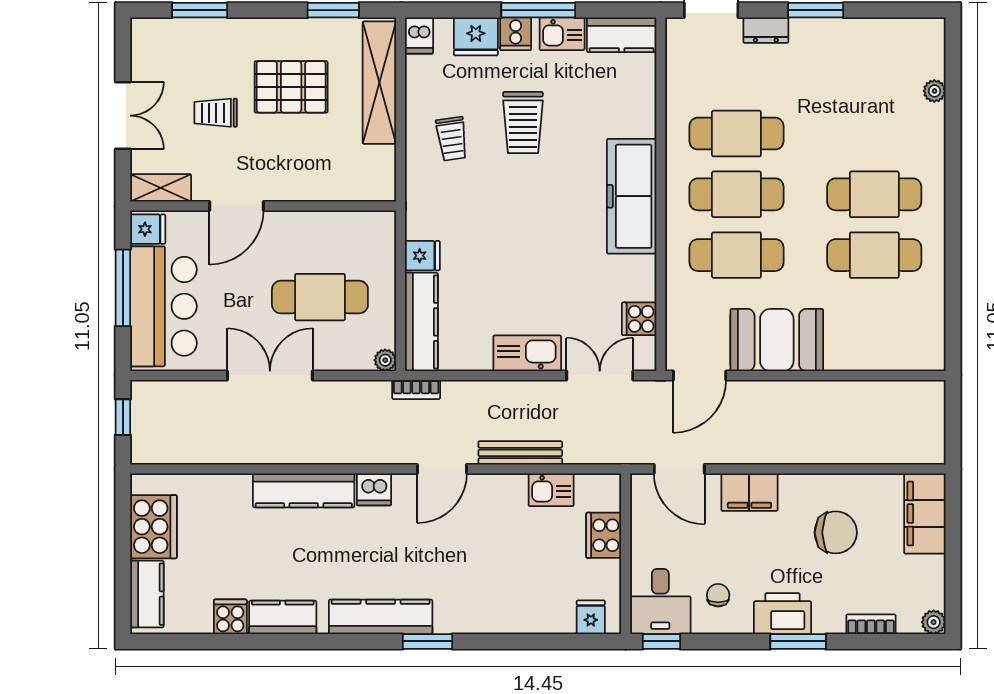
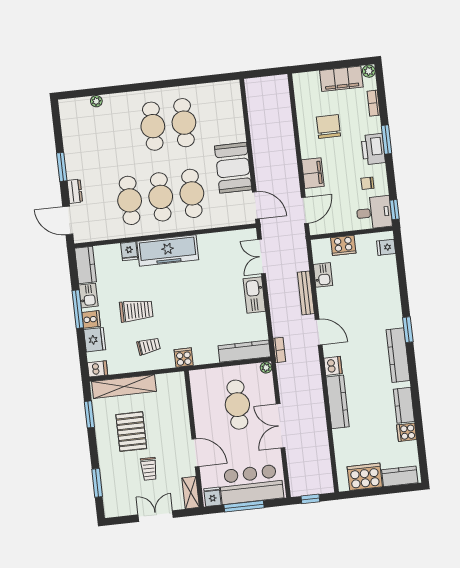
fridge: (422, 256) -> (129, 251), moved, turned 180
cooker: (639, 319) -> (184, 358), moved, turned 180
filing cabinet: (925, 514) -> (341, 79), moved

